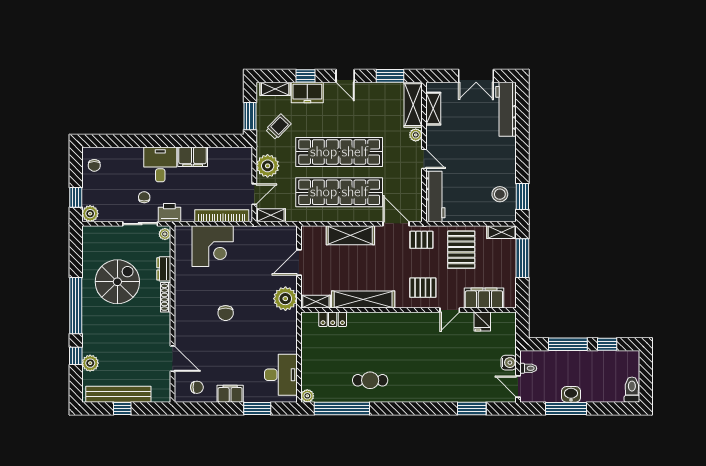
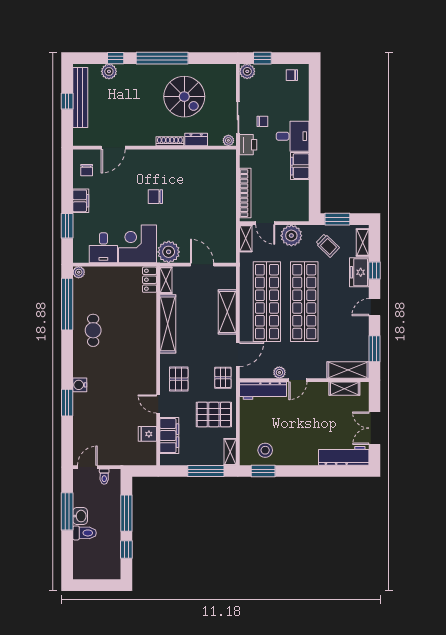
plant: (416, 135) -> (279, 372), moved
corner desk: (213, 246) -> (137, 244), moved, turned 90
locker: (333, 319) -> (150, 280), moved
water cooler: (509, 363) -> (80, 385), moved, turned 90
desk: (281, 375) -> (103, 248), width x0.73
toilet: (632, 390) -> (84, 533), moved
window: (472, 408) -> (67, 403), moved

